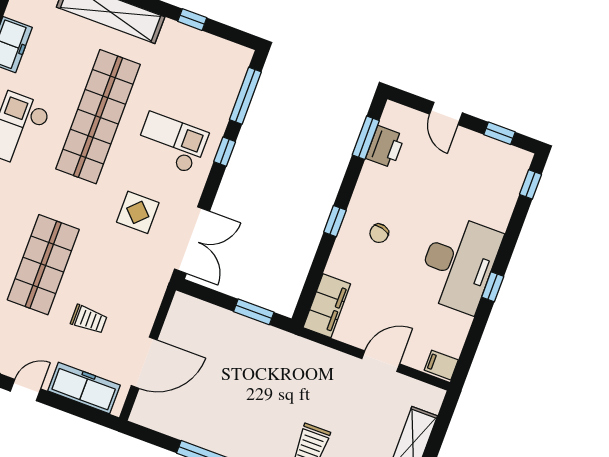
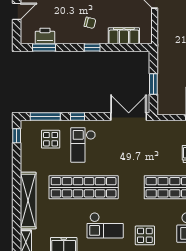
window: (192, 20) -> (17, 136), moved
display table: (138, 212) -> (51, 139), moved
filing cabinet: (327, 306) -> (124, 36), moved
window: (254, 312) -> (153, 84), moved

